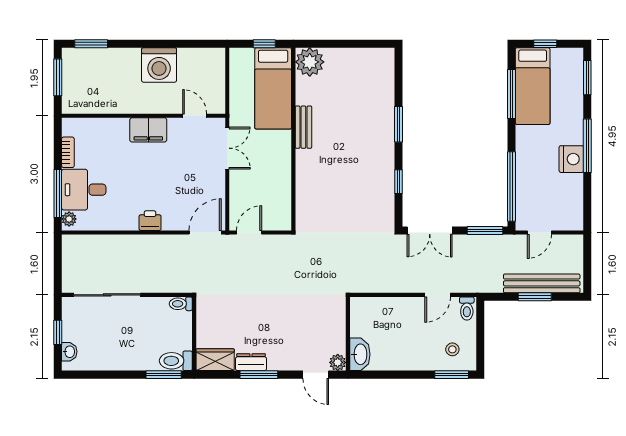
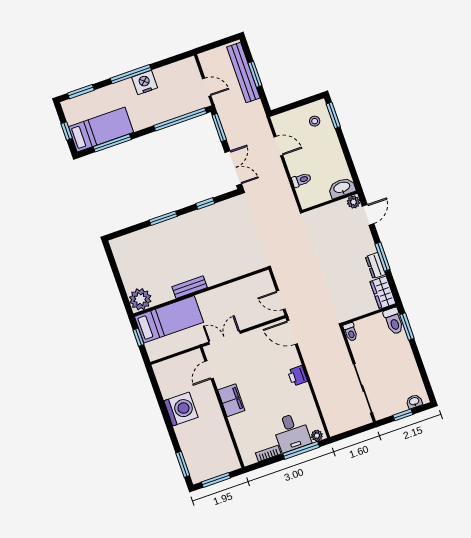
toilet: (467, 309) -> (301, 180), moved

